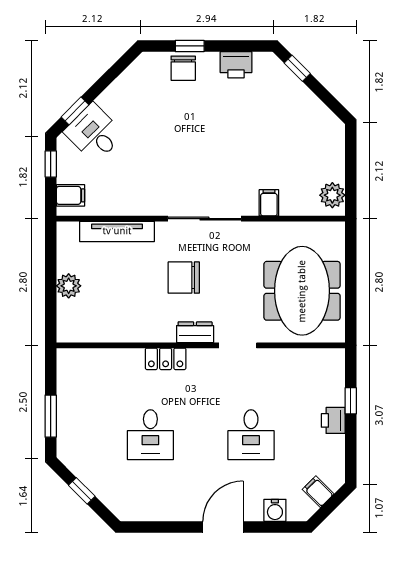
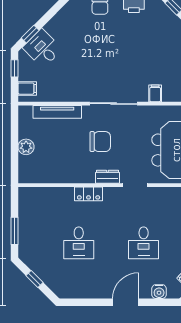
chair: (184, 278) -> (100, 142), turned 180

